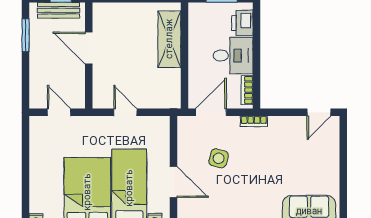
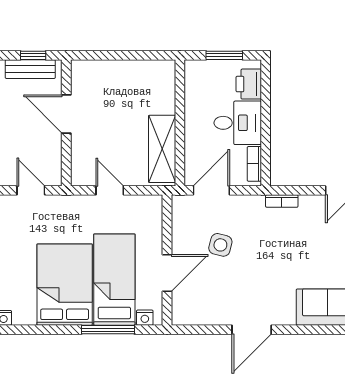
shelving: (169, 39) -> (162, 149), moved
bookcase: (254, 121) -> (282, 201), moved
door: (174, 182) -> (167, 273), hinge flipped

